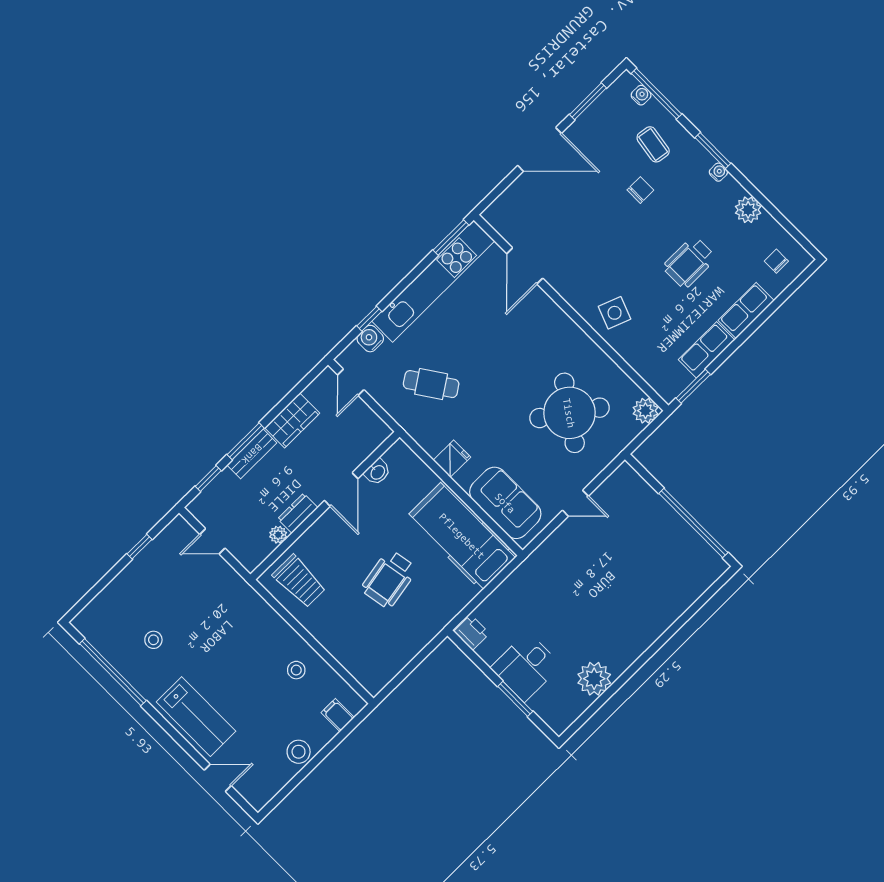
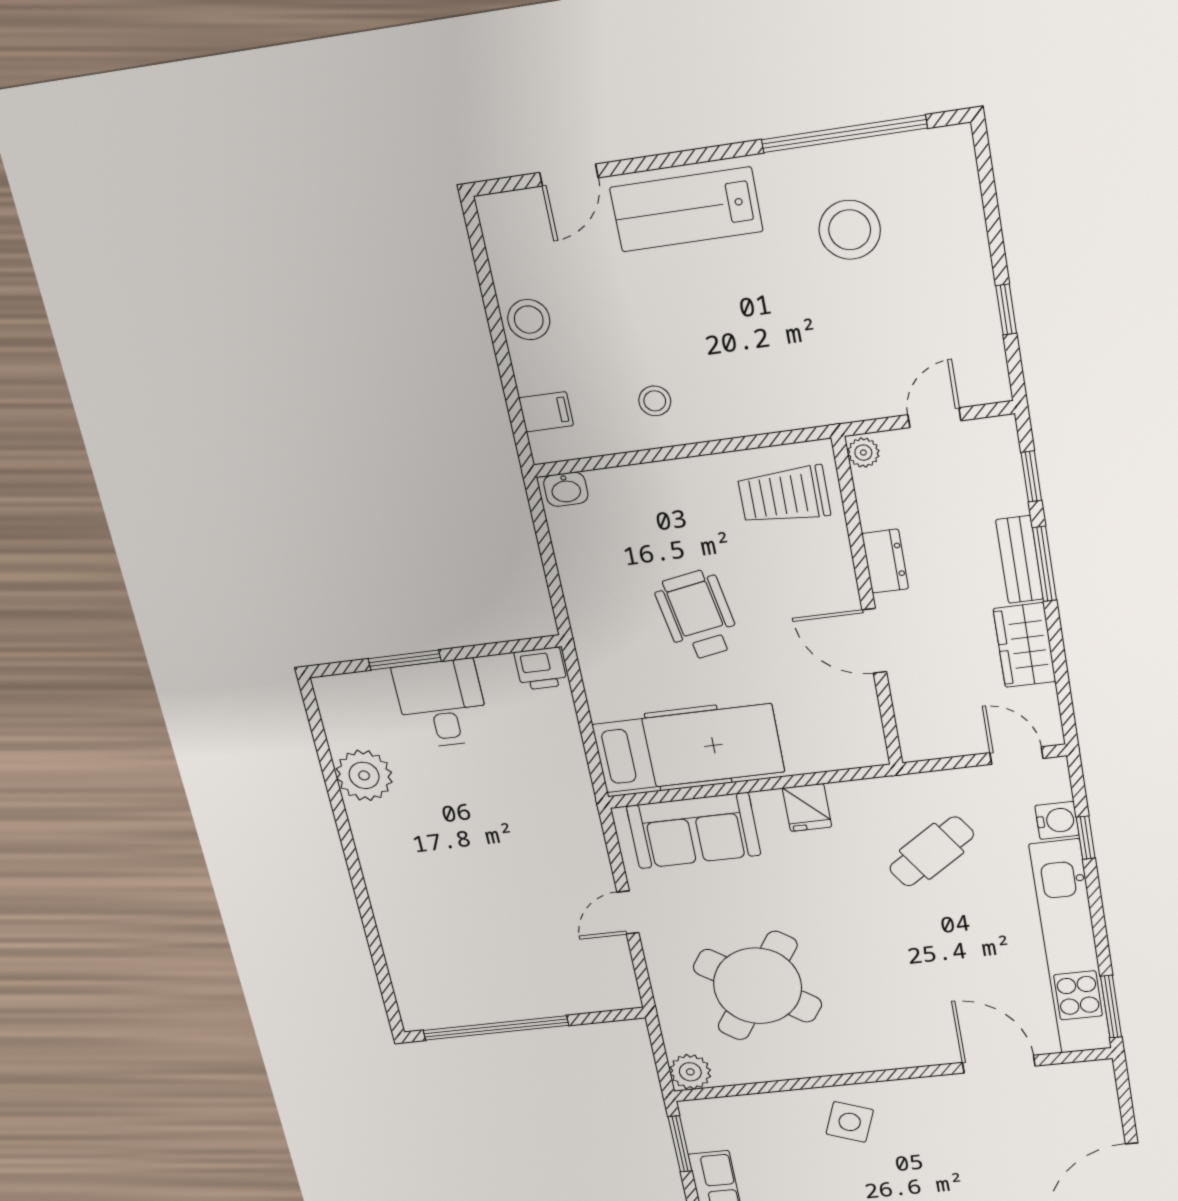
washbasin: (377, 472) -> (566, 489), moved, turned -90
plant: (278, 535) -> (863, 453), moved
stool: (153, 640) -> (850, 230), width x1.89, depth x1.89

